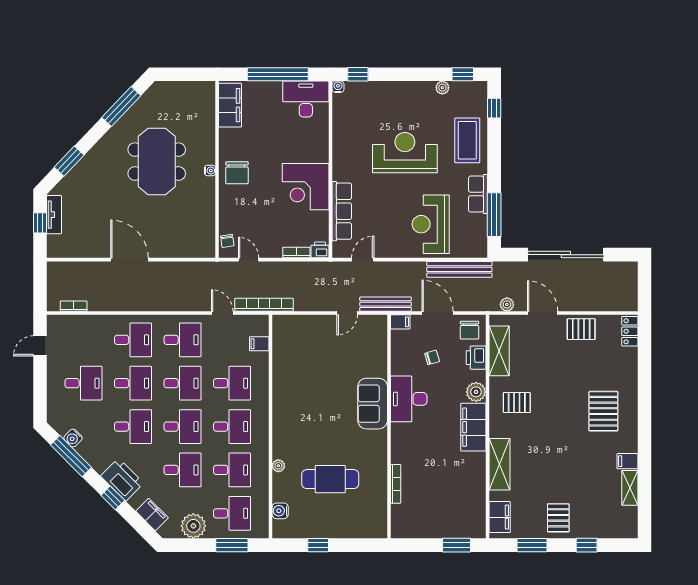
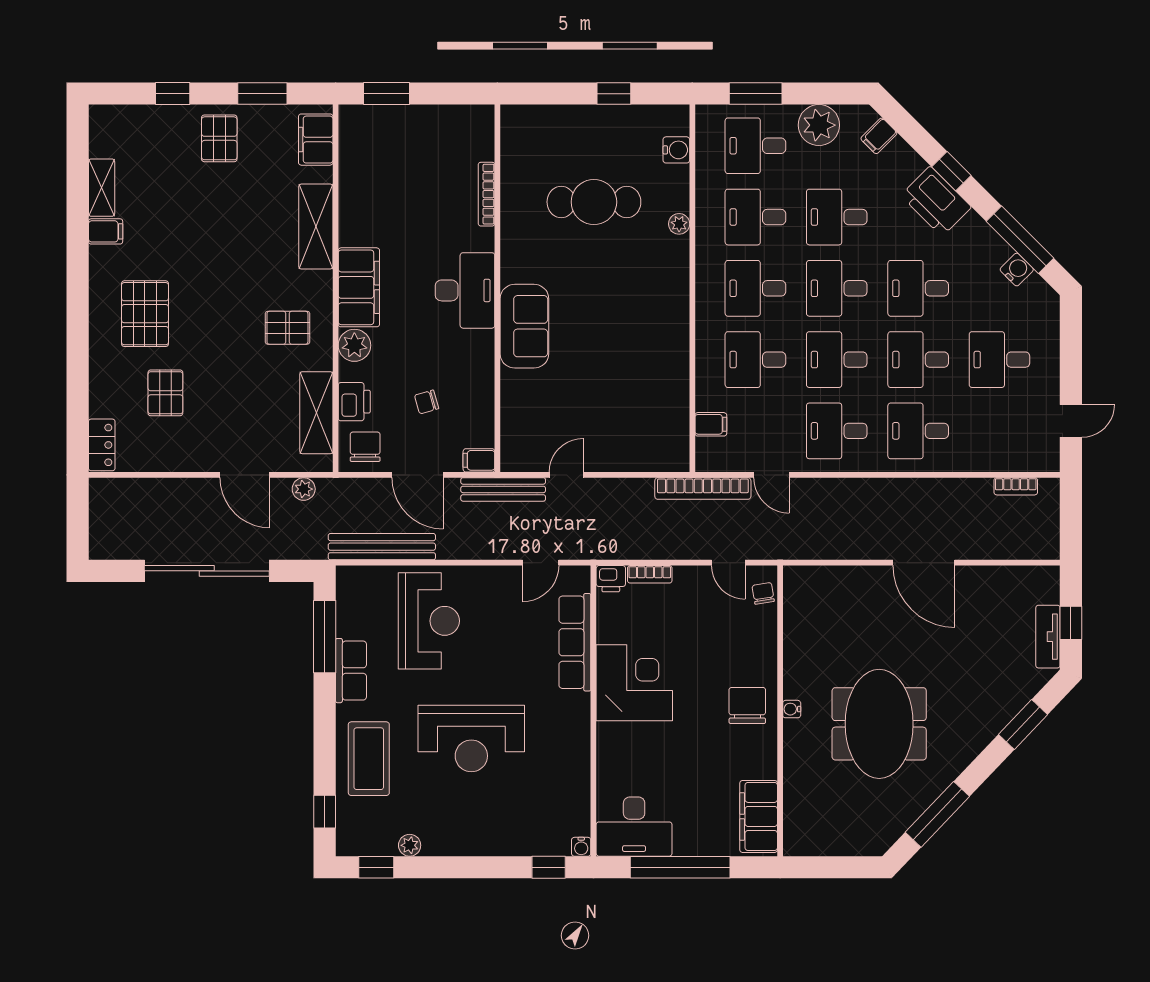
pallet: (581, 329) -> (165, 393), moved, turned 90
desk: (409, 399) -> (465, 290), moved
filing cabinet: (152, 514) -> (879, 136), width x0.50

